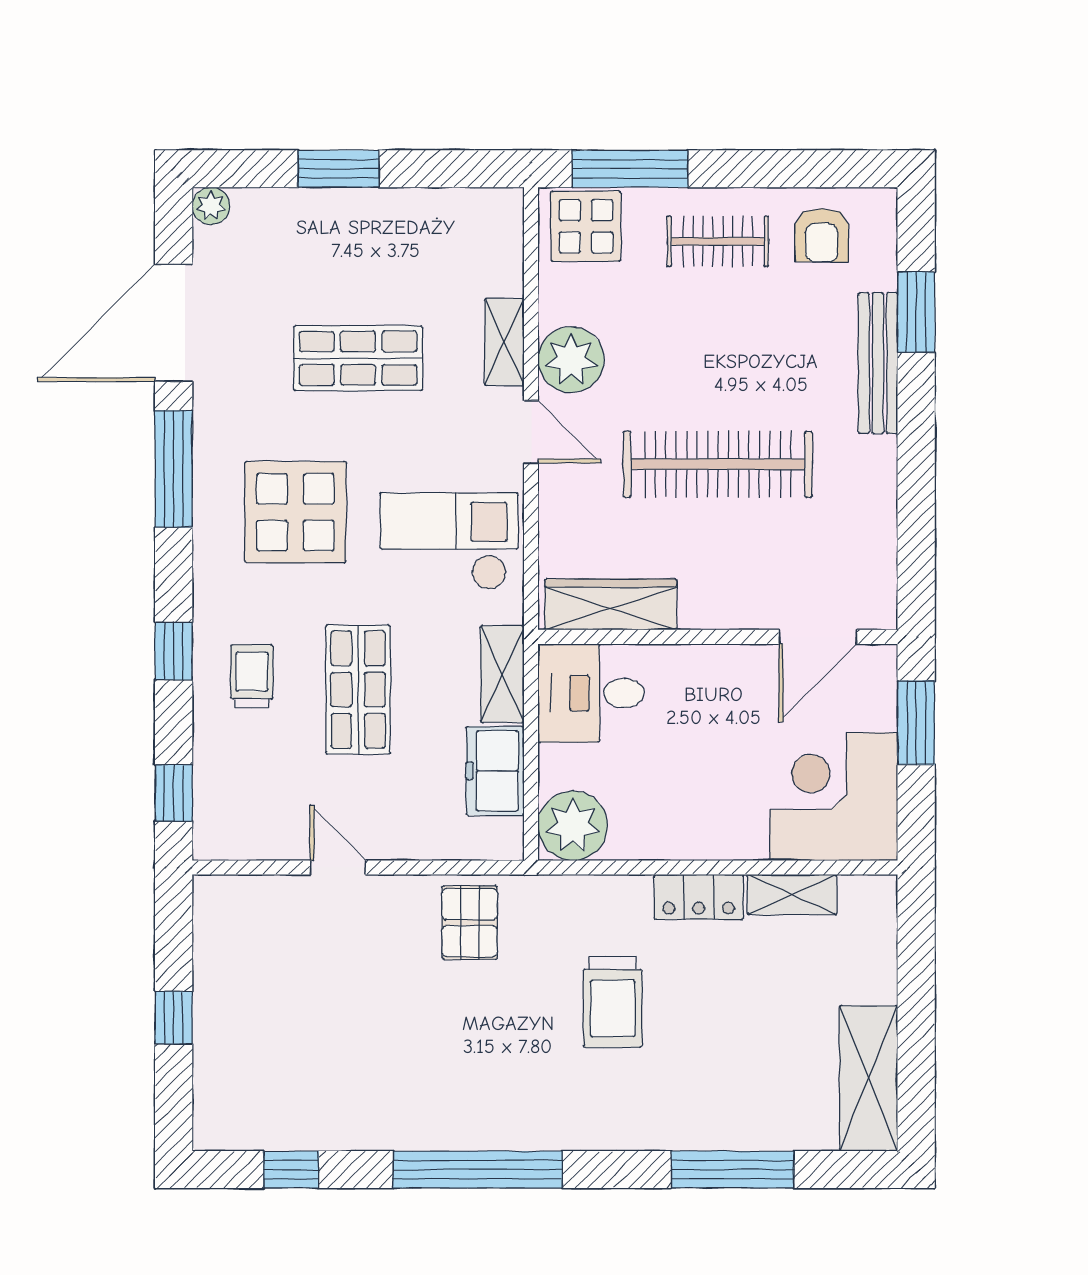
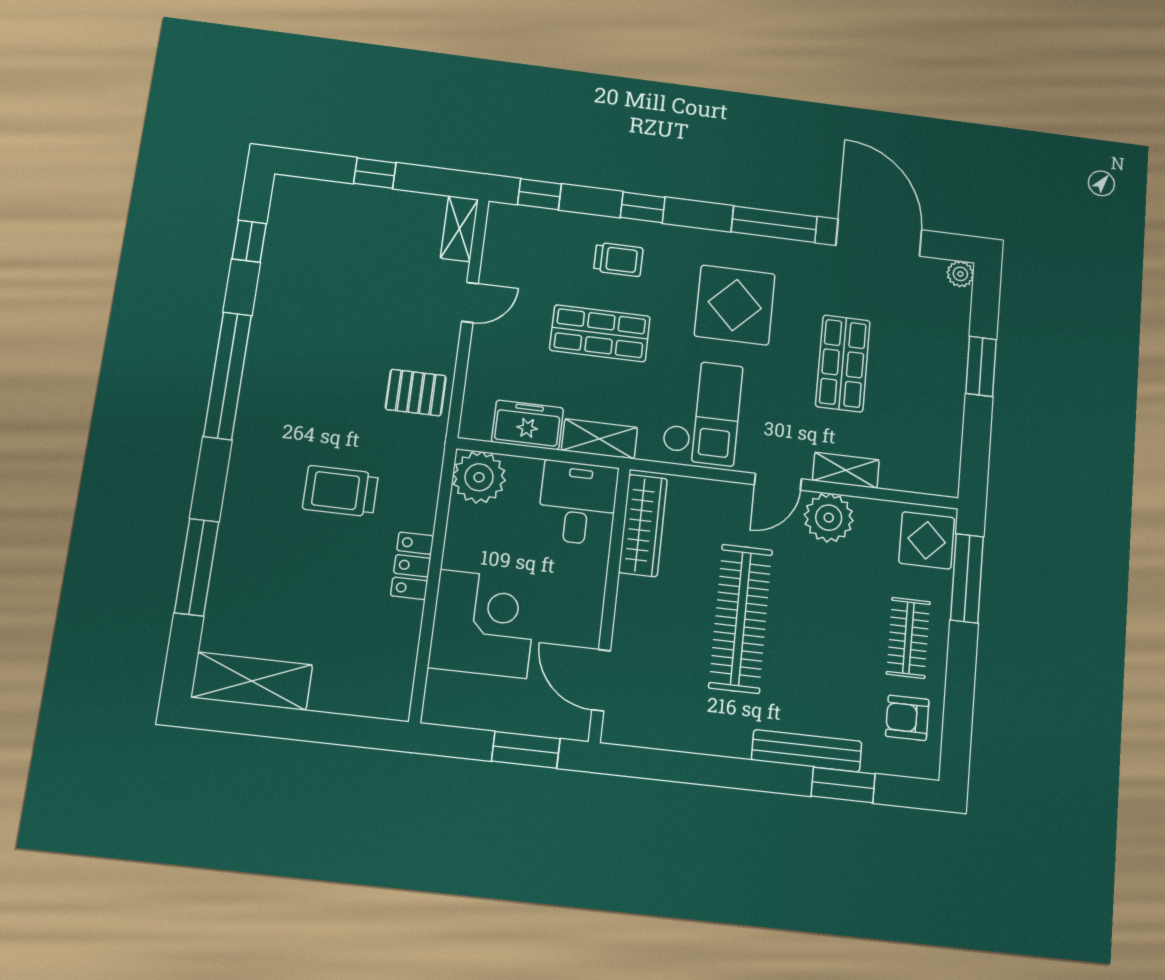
corner desk: (834, 797) -> (483, 624), moved
shelving: (792, 895) -> (459, 229), moved

